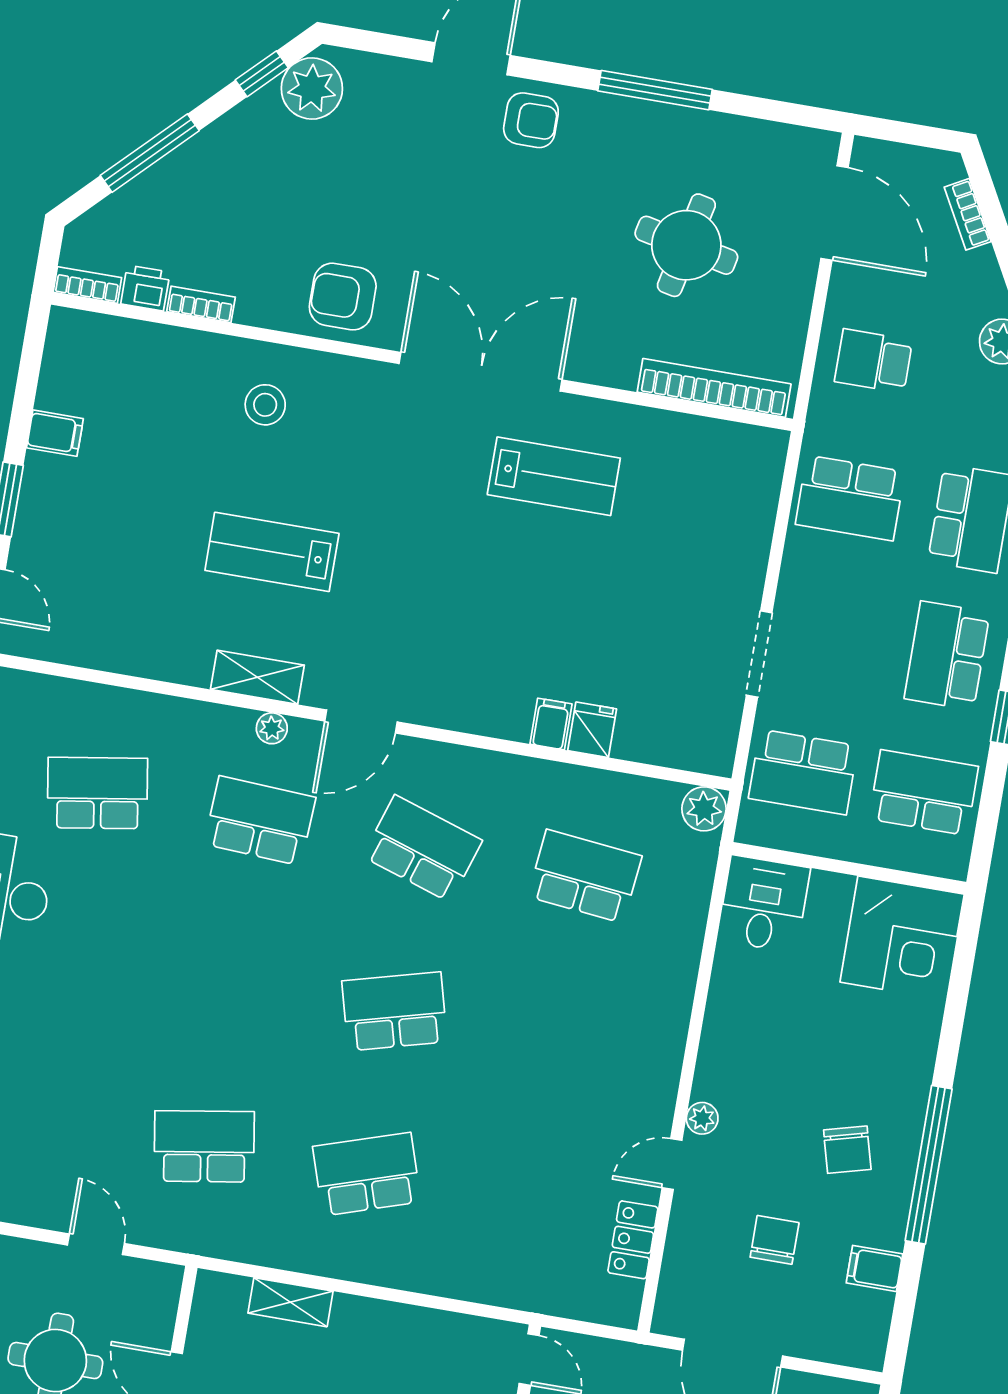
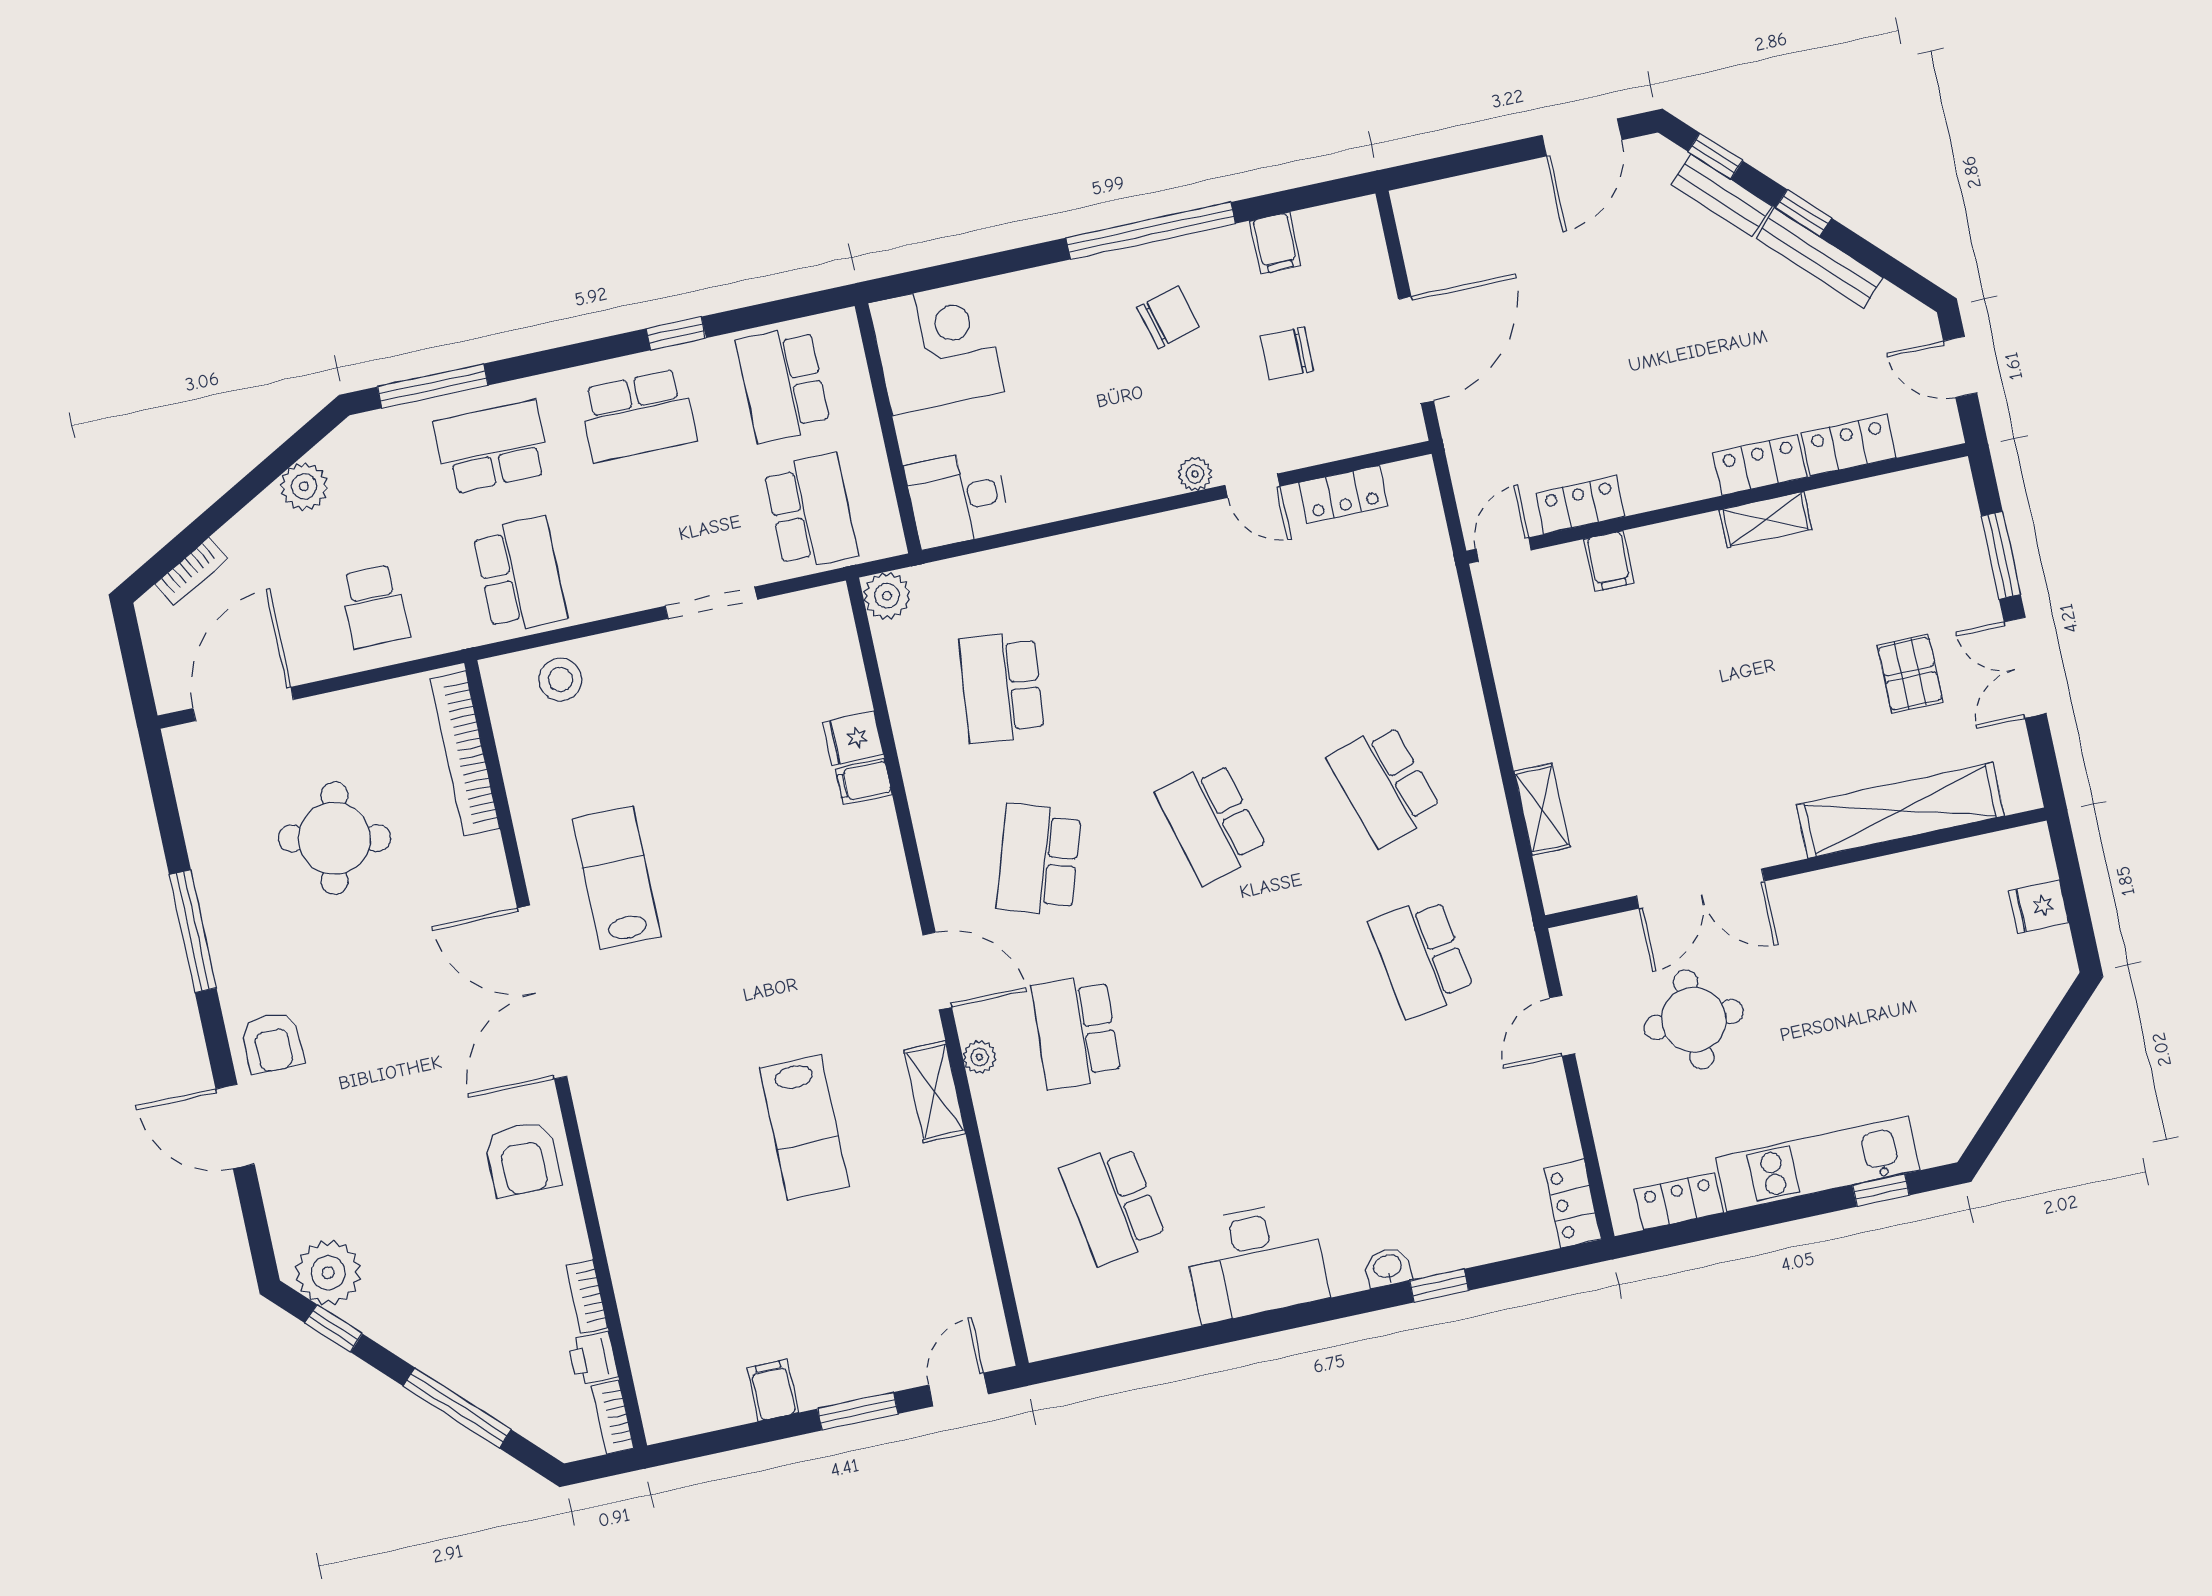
armchair: (531, 120) -> (272, 1042), turned 180
stool: (265, 405) -> (560, 679), moved

